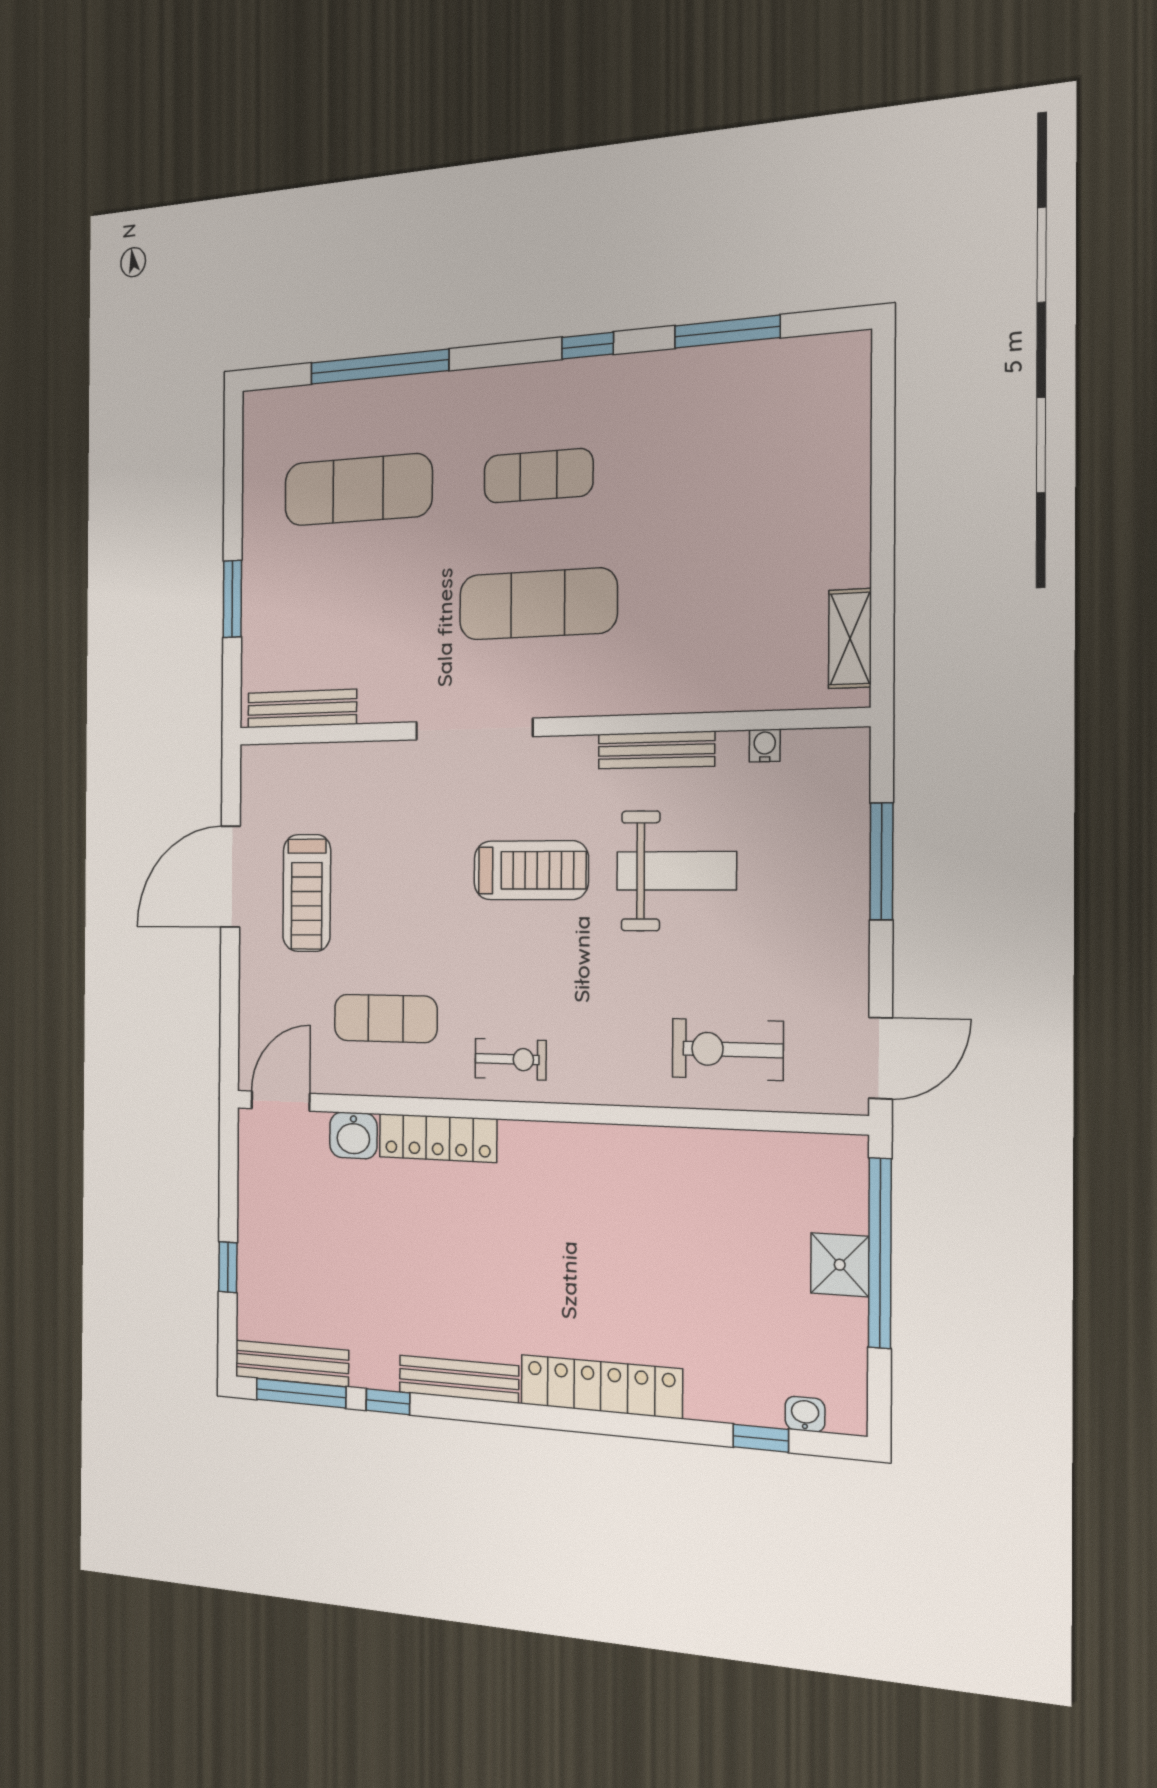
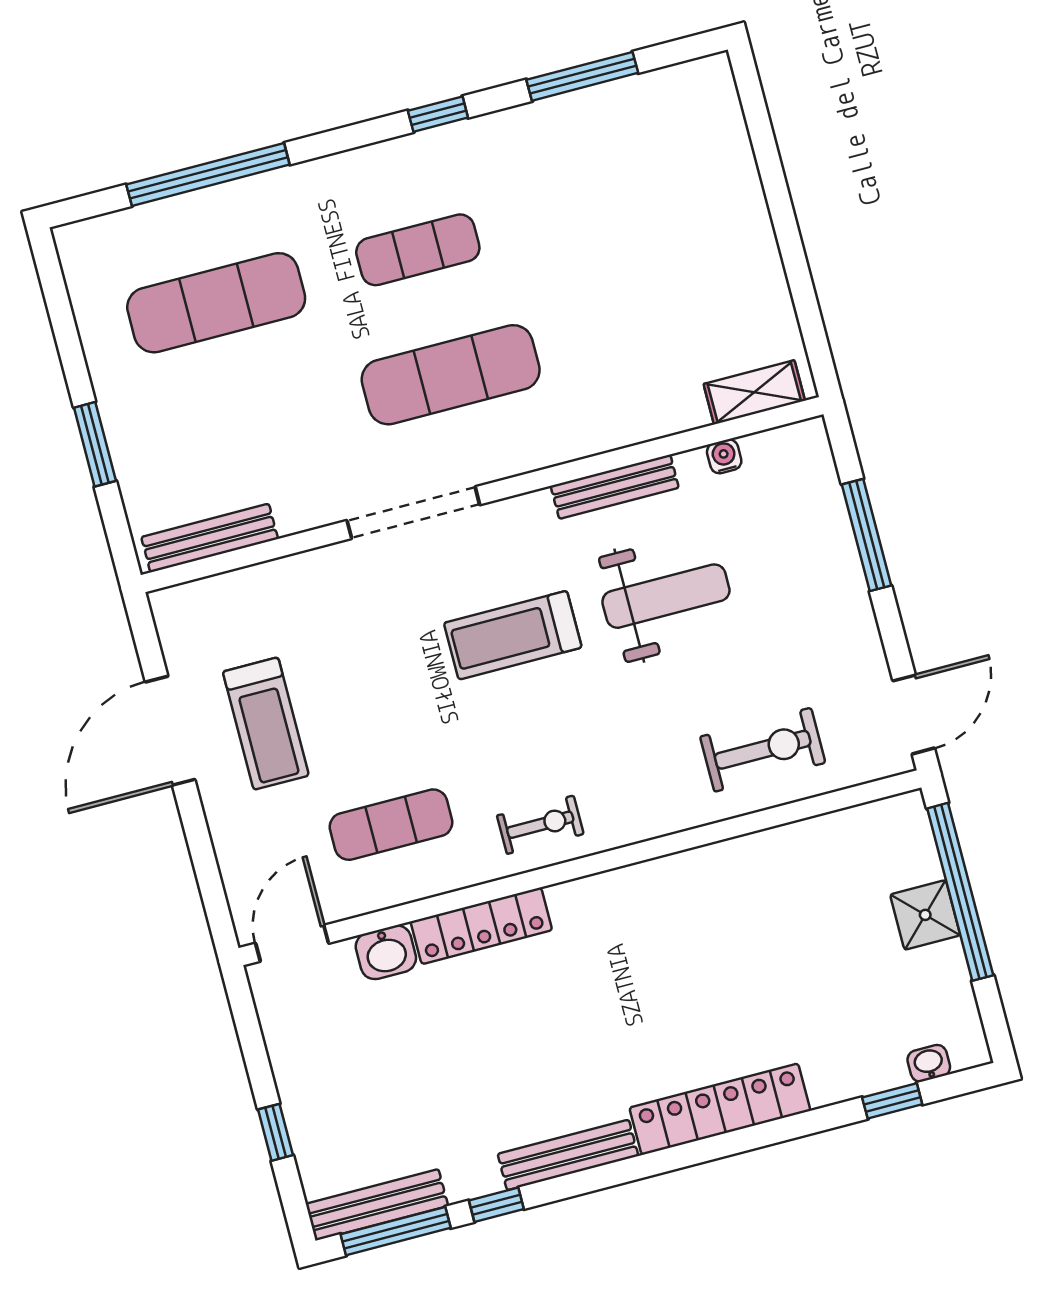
shelving: (850, 639) -> (754, 392), moved, turned 90
treadmill: (531, 870) -> (513, 635), turned 180
exercise bike: (727, 1049) -> (763, 750), turned 180

